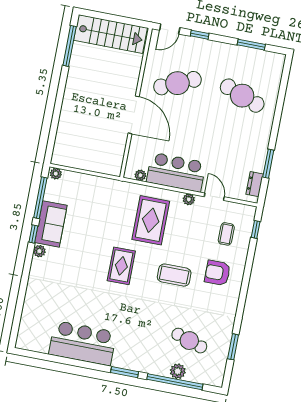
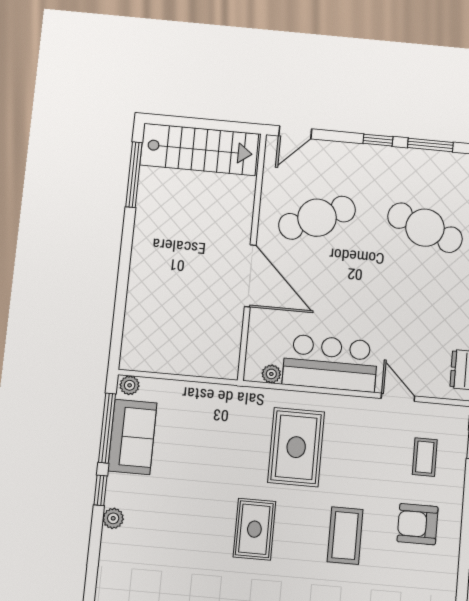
window: (200, 35) -> (378, 140), moved
plant: (189, 199) -> (356, 406), removed
sofa: (51, 224) -> (132, 437), moved
coffee table: (174, 275) -> (345, 536), turned 90

